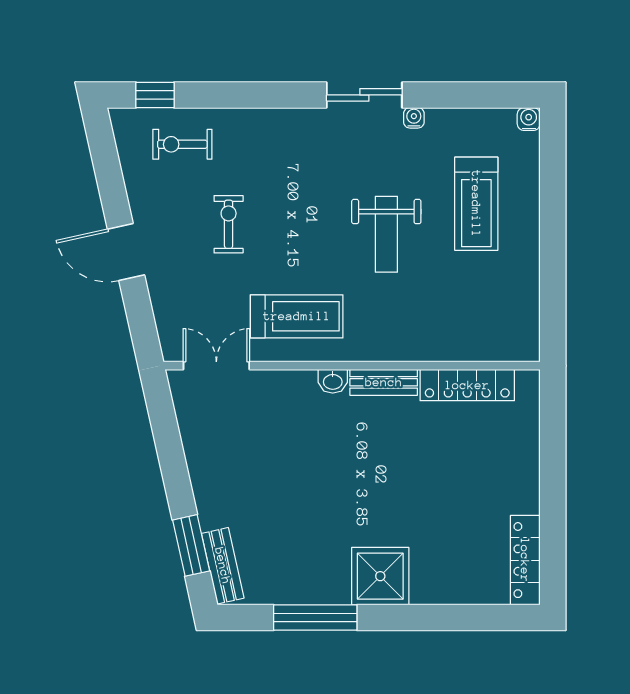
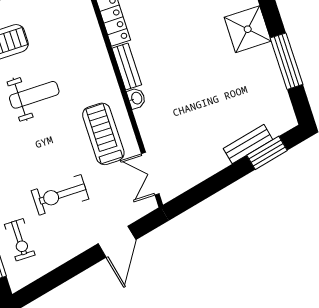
exercise bike: (229, 224) -> (60, 195), width x1.38, depth x1.39
door: (126, 252) -> (117, 242), moved
bench: (223, 566) -> (248, 144), moved

